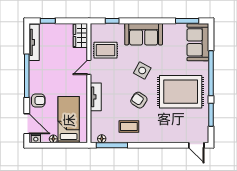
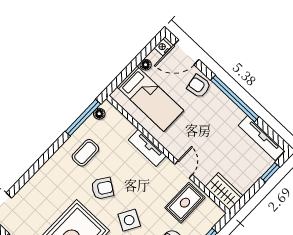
armchair: (38, 101) -> (199, 86), turned 81

